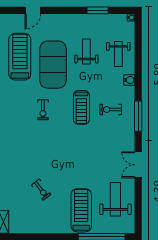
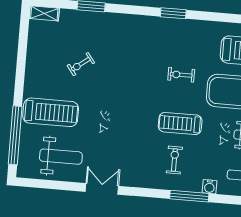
window: (138, 116) -> (189, 196), moved

